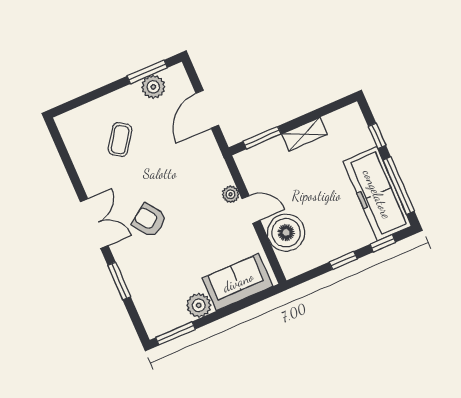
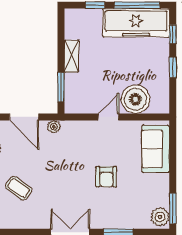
plant: (231, 194) -> (54, 127), moved
armchair: (149, 220) -> (106, 177), moved, turned -54
plant: (199, 305) -> (160, 217), moved

